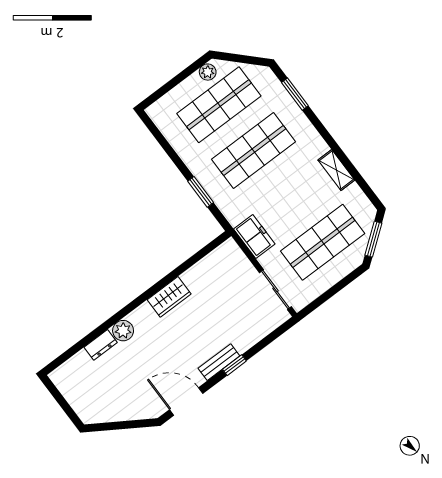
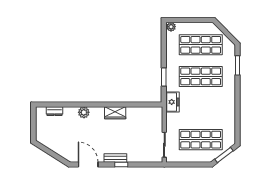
plant: (208, 72) -> (171, 27), moved
shelving: (336, 170) -> (231, 112), removed
freezer: (254, 236) -> (173, 102), moved
dresser: (101, 345) -> (54, 111), moved

